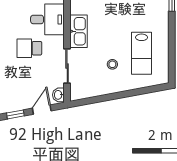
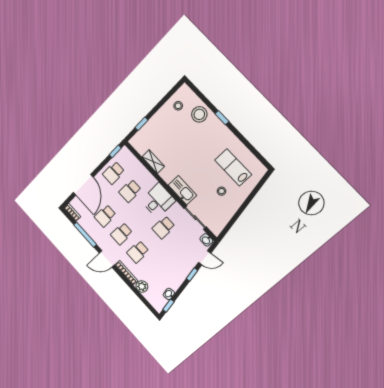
lab bench: (142, 53) -> (233, 167), turned 180
door: (42, 110) -> (205, 258), swing flipped

